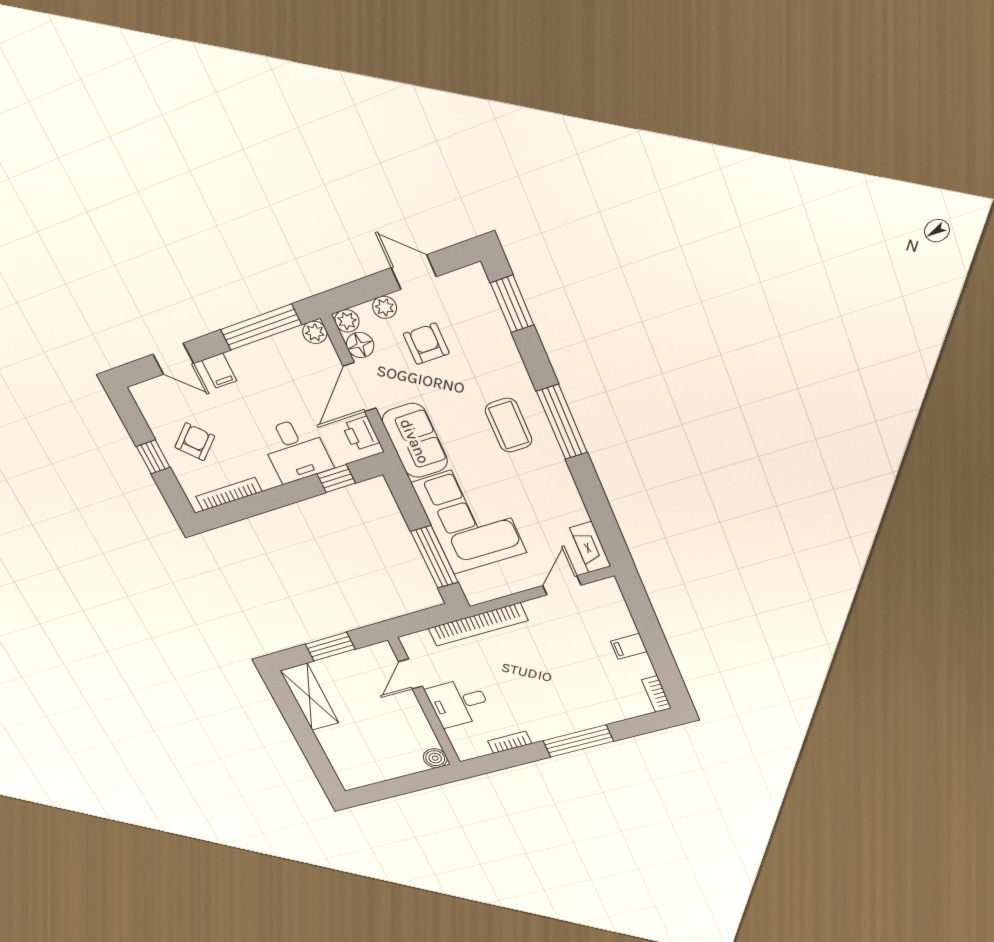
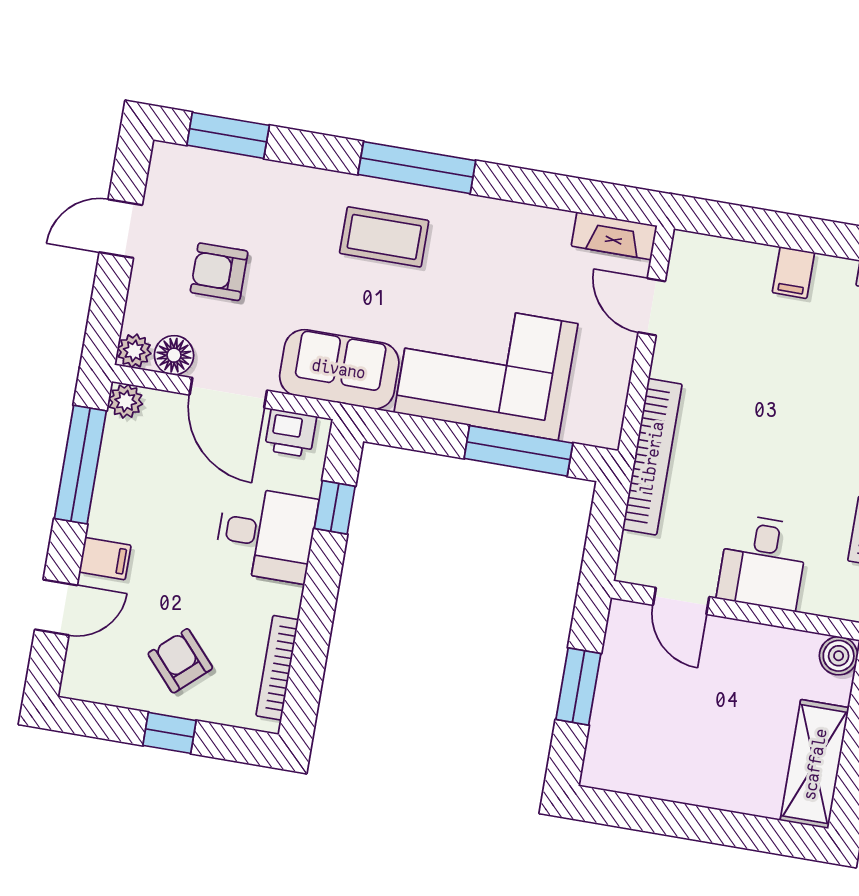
plant: (385, 307) -> (144, 293), removed
shelving: (310, 697) -> (815, 764), moved, turned 90

